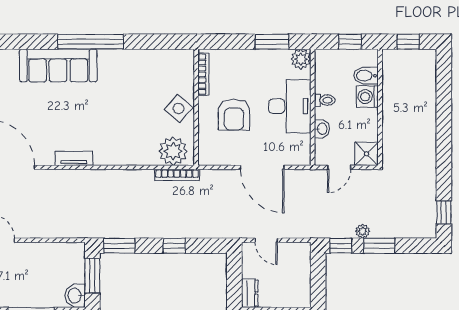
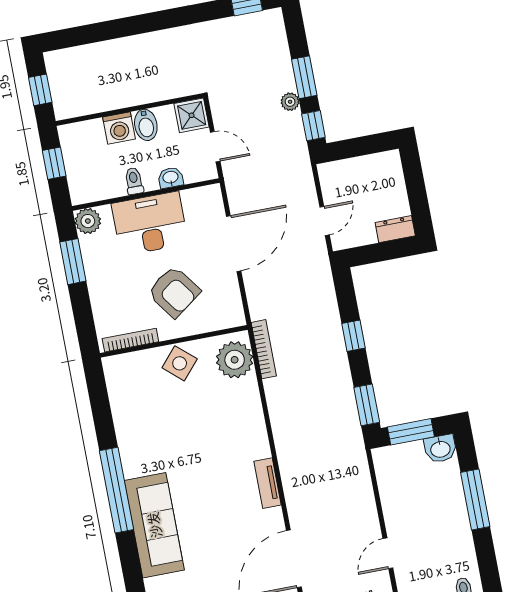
bidet: (366, 76) -> (146, 125), moved
armchair: (234, 115) -> (174, 292), turned 54

